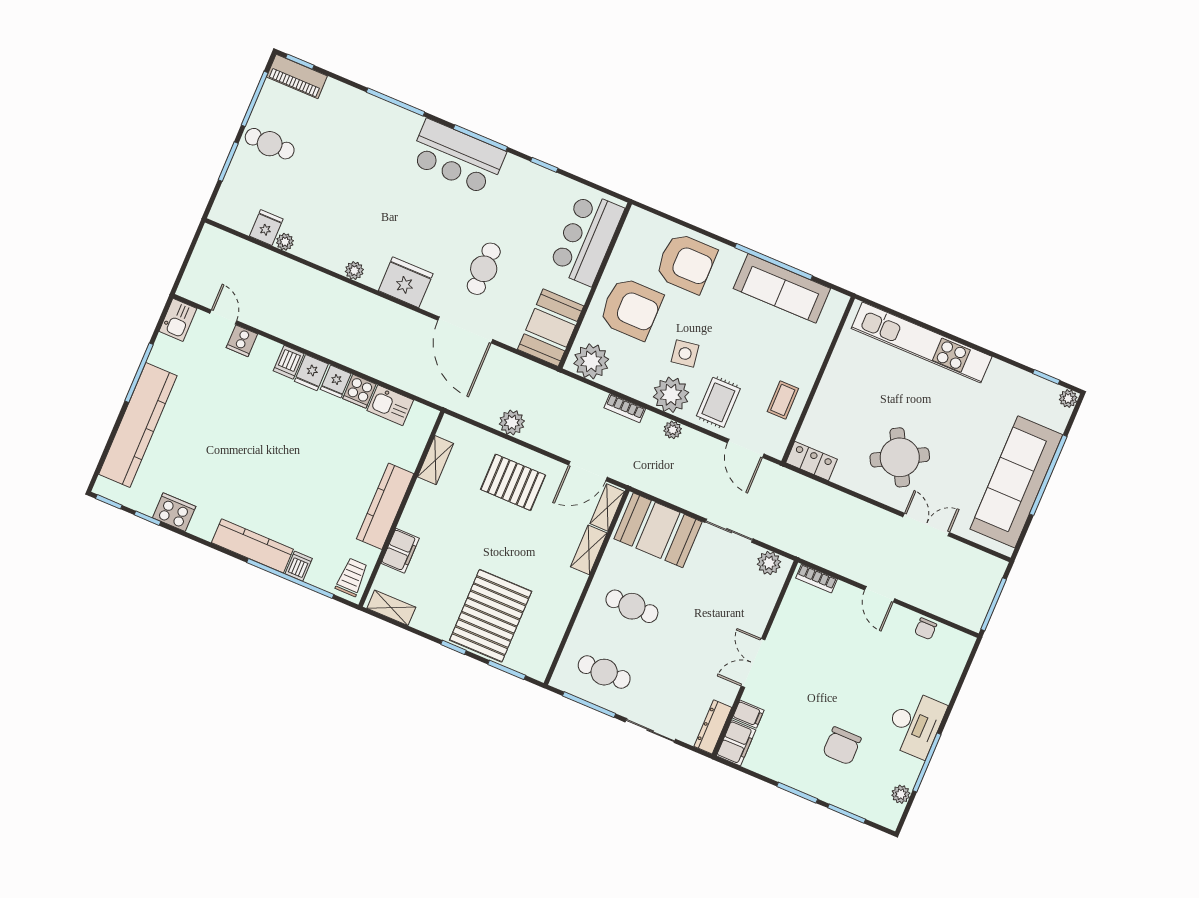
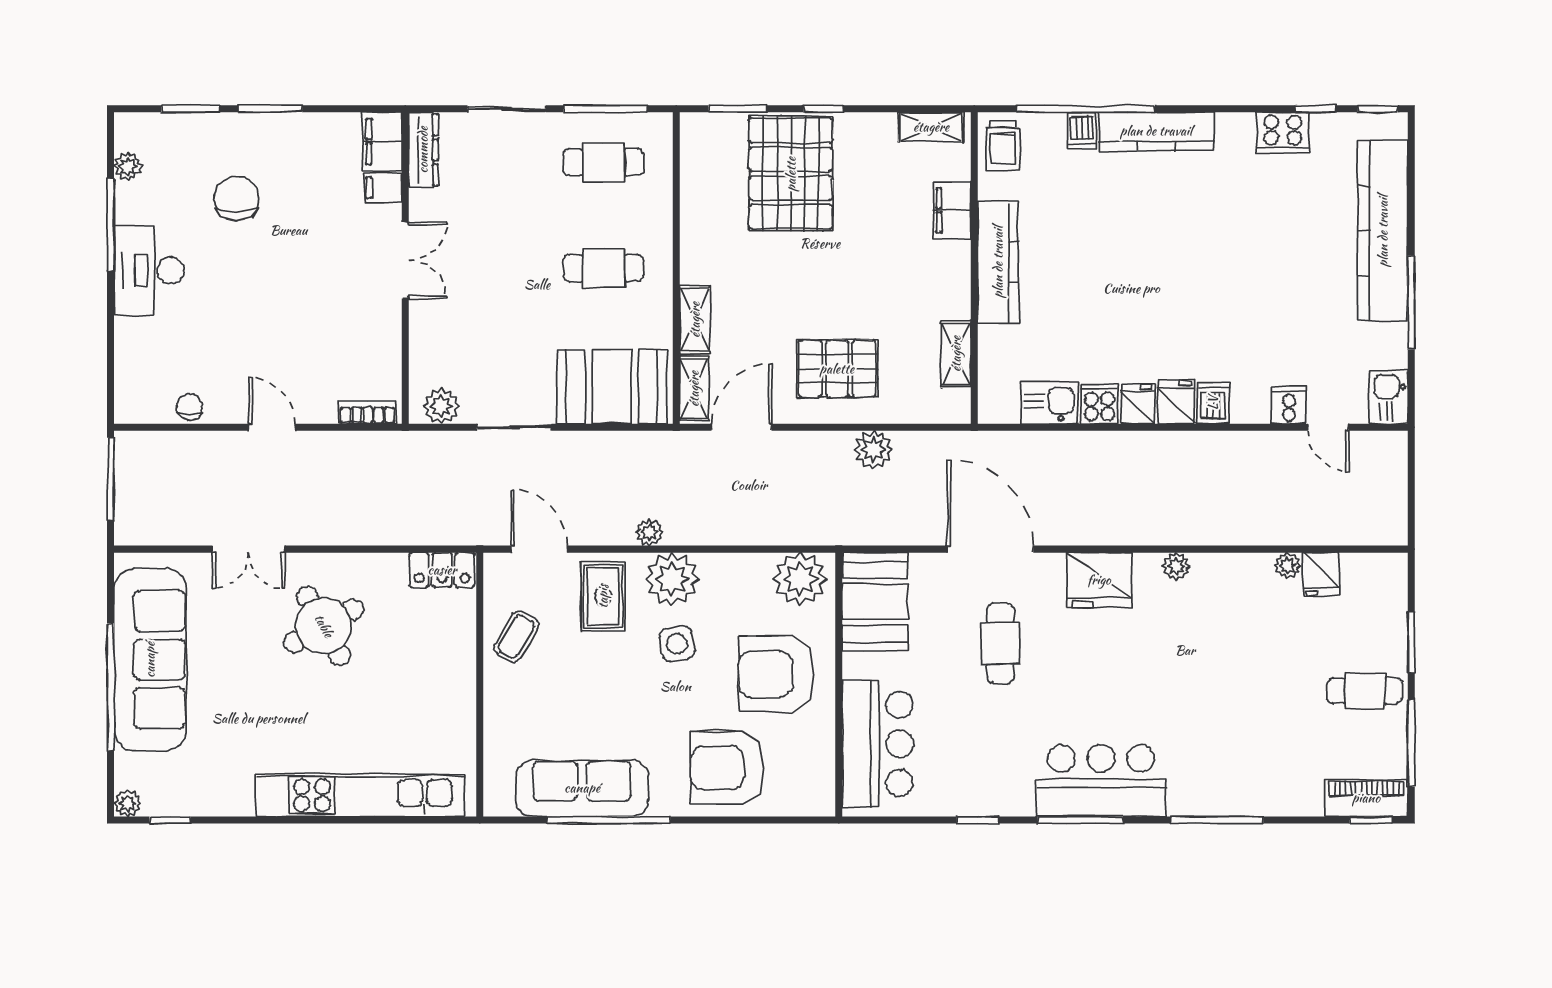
coffee table: (783, 400) -> (516, 637), turned 31
bookcase: (625, 408) -> (727, 534), removed

